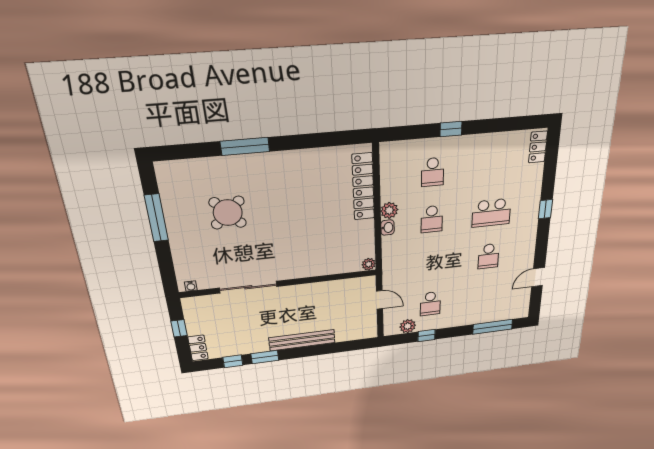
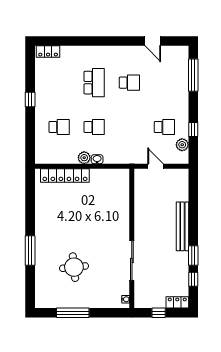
window: (451, 129) -> (30, 99), moved
window: (545, 209) -> (96, 41), removed
round table: (228, 213) -> (74, 267), turned 37
plant: (369, 264) -> (124, 174), removed
door: (380, 300) -> (156, 166), hinge flipped

